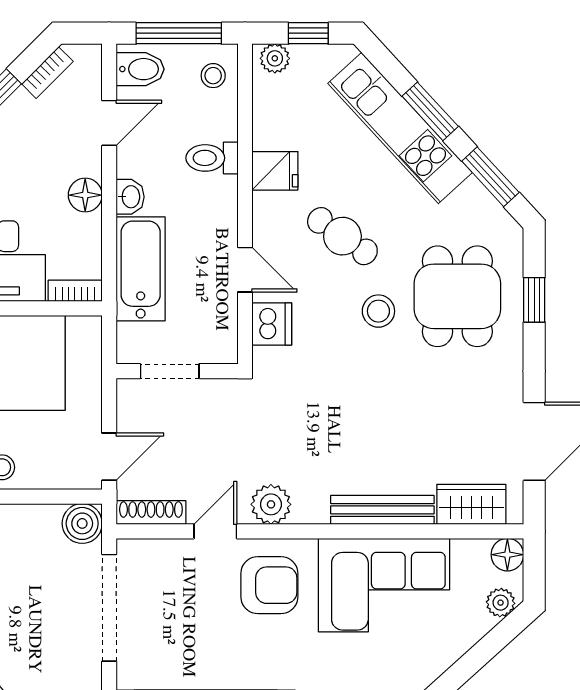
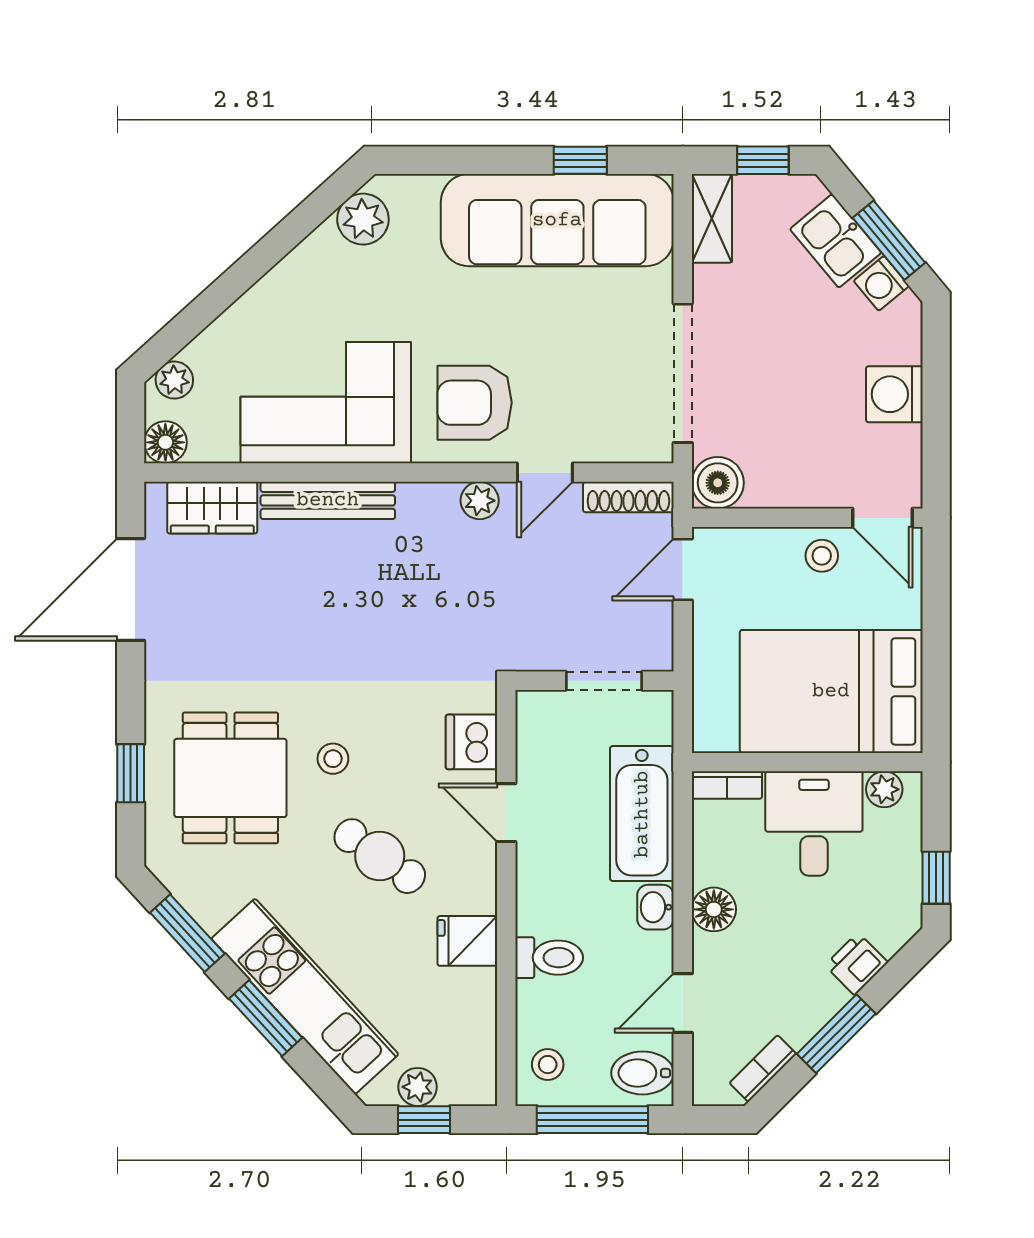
plant: (275, 58) -> (418, 1087), moved
stool: (378, 311) -> (333, 759), width x0.73, depth x0.73
plant: (271, 504) -> (480, 501), width x0.73, depth x0.73

